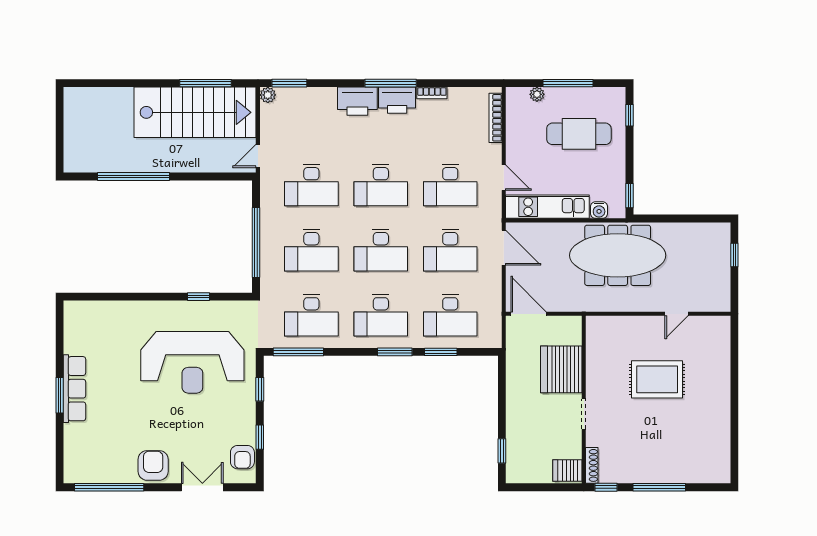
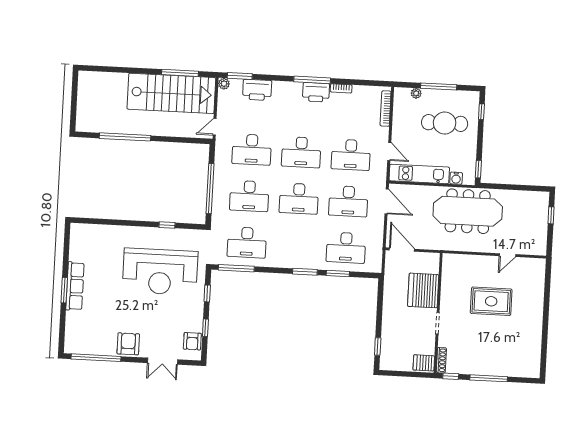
printer: (357, 101) -> (257, 90), moved
desk: (381, 315) -> (296, 245), removed
double door: (202, 487) -> (162, 361), swing flipped

